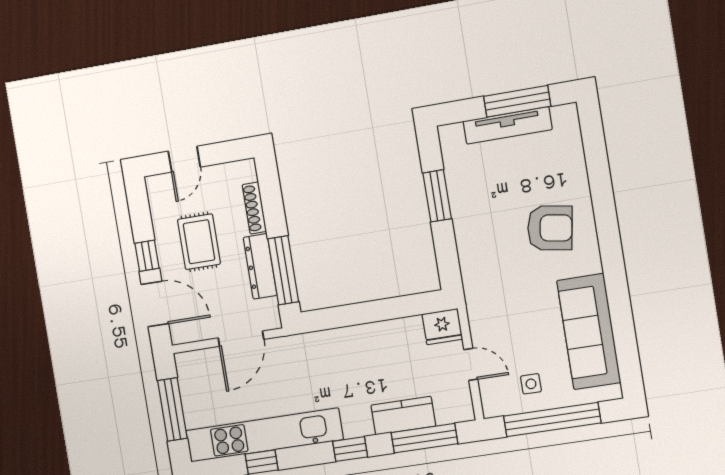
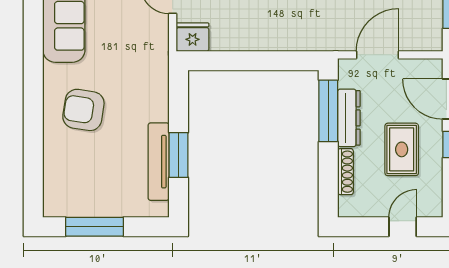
tv unit: (508, 125) -> (159, 162), moved, turned -90

